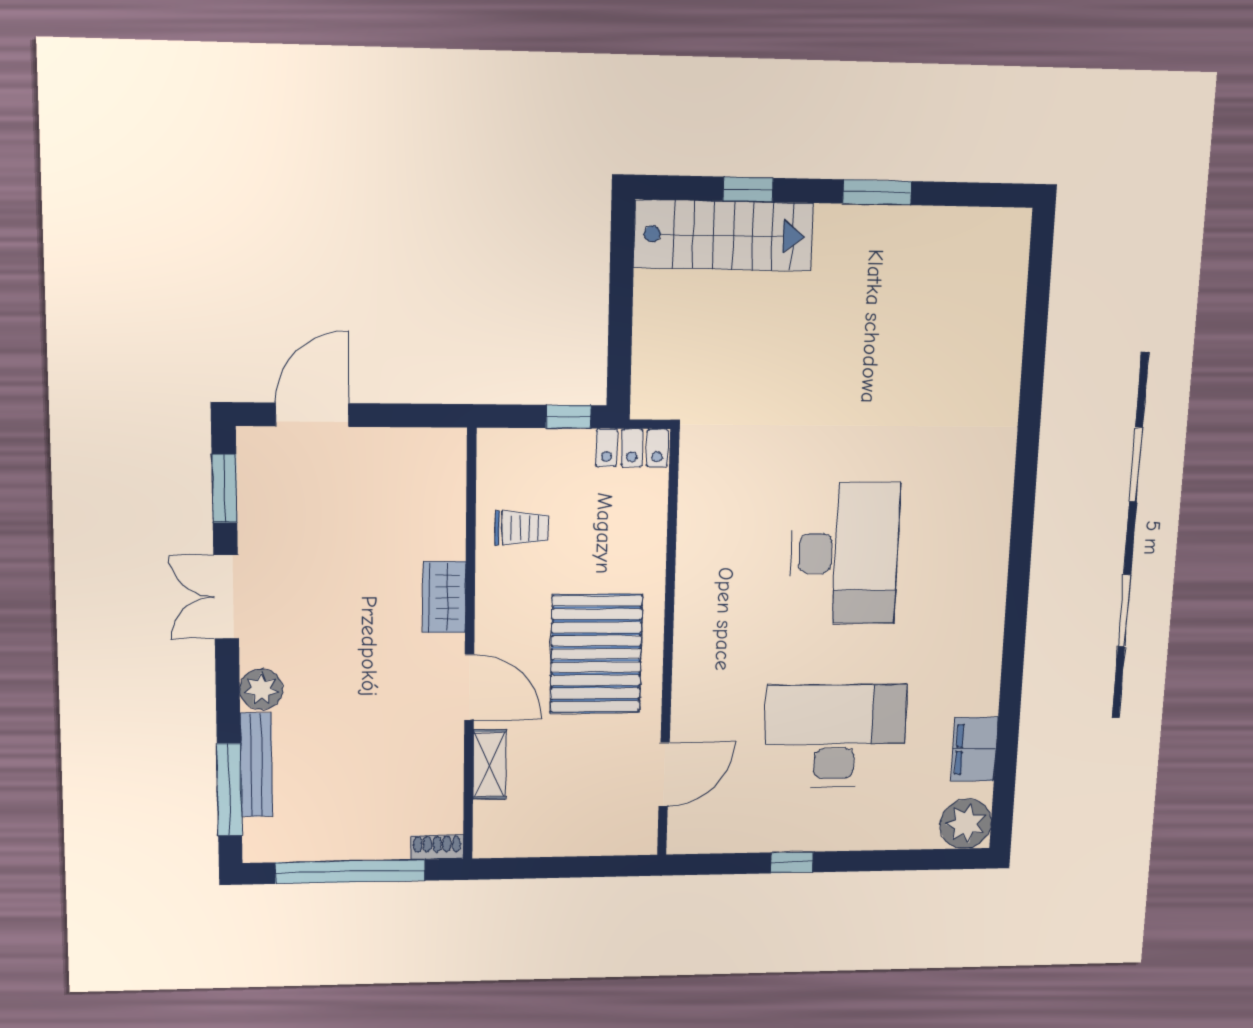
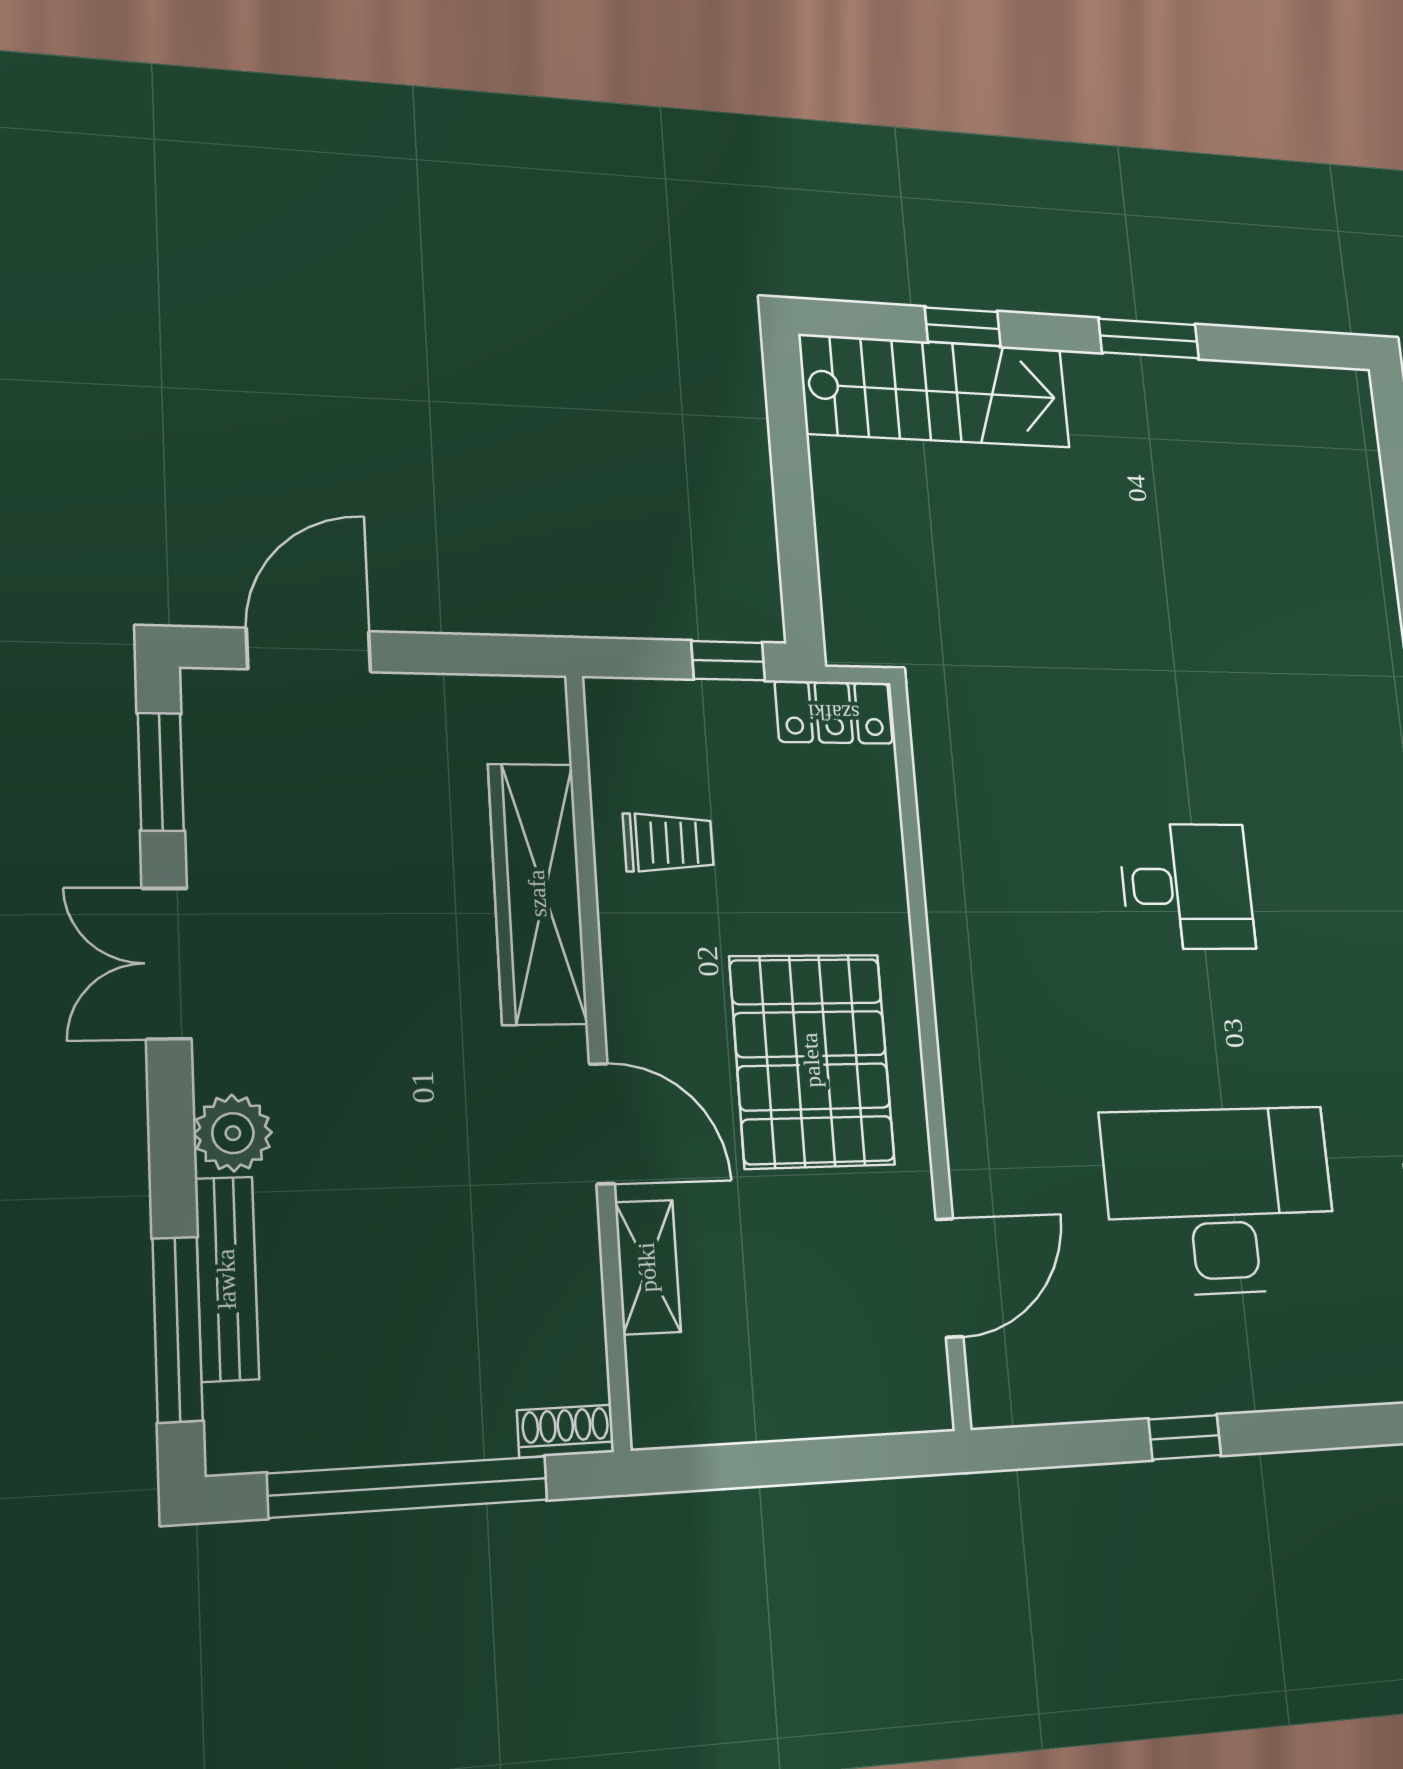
desk: (844, 553) -> (1187, 886), width x0.53, depth x0.77
wardrobe: (444, 597) -> (538, 893), width x2.10, depth x1.17

